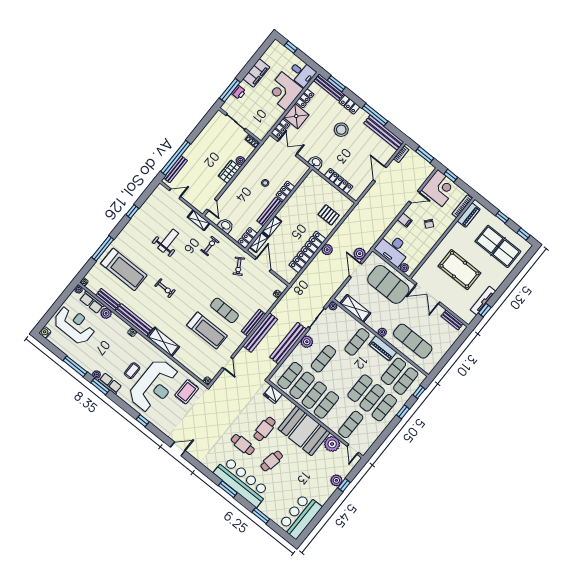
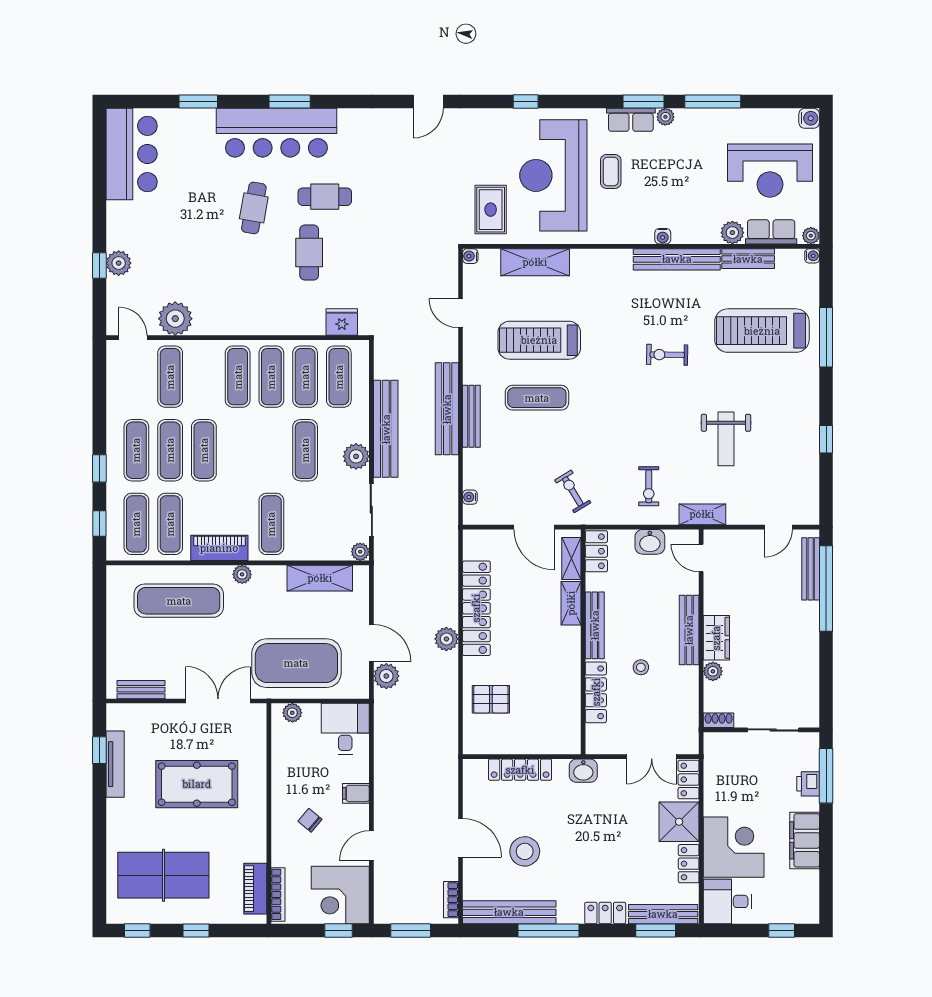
stool: (341, 130) -> (525, 851), moved
bench: (237, 182) -> (689, 630), added
locker: (286, 191) -> (596, 692), width x1.53
desk: (393, 249) -> (345, 729), width x0.73
shelving: (163, 342) -> (535, 262), moved
booth: (304, 431) -> (240, 303), removed

